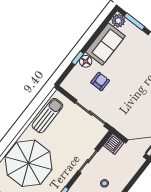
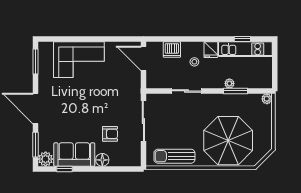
window: (78, 58) -> (65, 169), moved
armchair: (100, 82) -> (110, 134), turned 180
dishwasher: (114, 144) -> (172, 50), moved, turned 180

